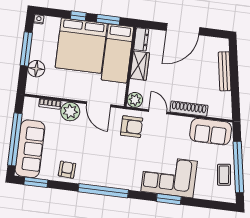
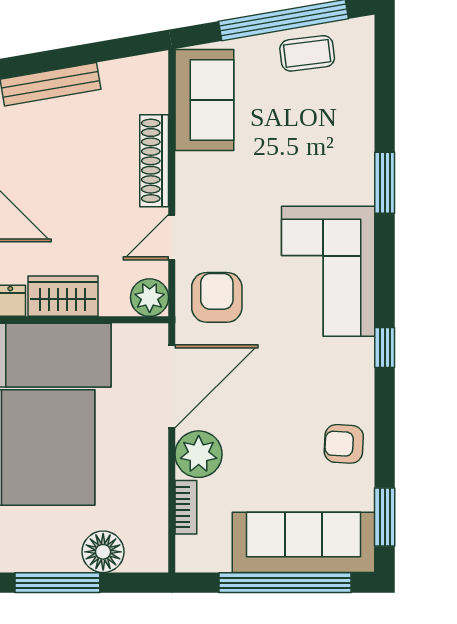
door: (99, 104) -> (172, 386), width x1.36
corner sofa: (169, 176) -> (328, 271), moved
window: (103, 191) -> (385, 348), width x0.32

